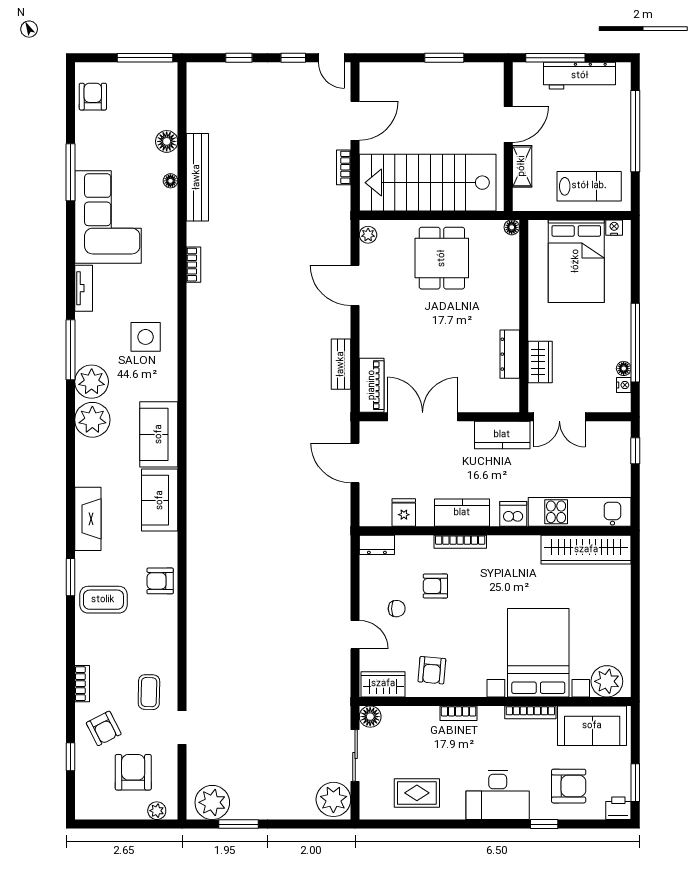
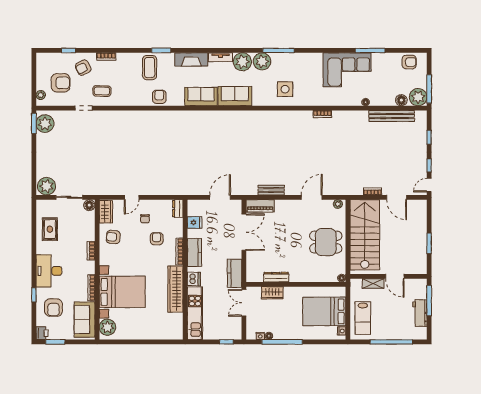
workbench: (580, 76) -> (420, 313), width x0.73
plant: (161, 79) -> (418, 97), added
floor lamp: (167, 141) -> (401, 100), moved
bench: (197, 177) -> (392, 116), moved
tv unit: (84, 288) -> (220, 57), moved
wardrobe: (586, 550) -> (175, 289), moved
window: (238, 824) -> (34, 123), moved

